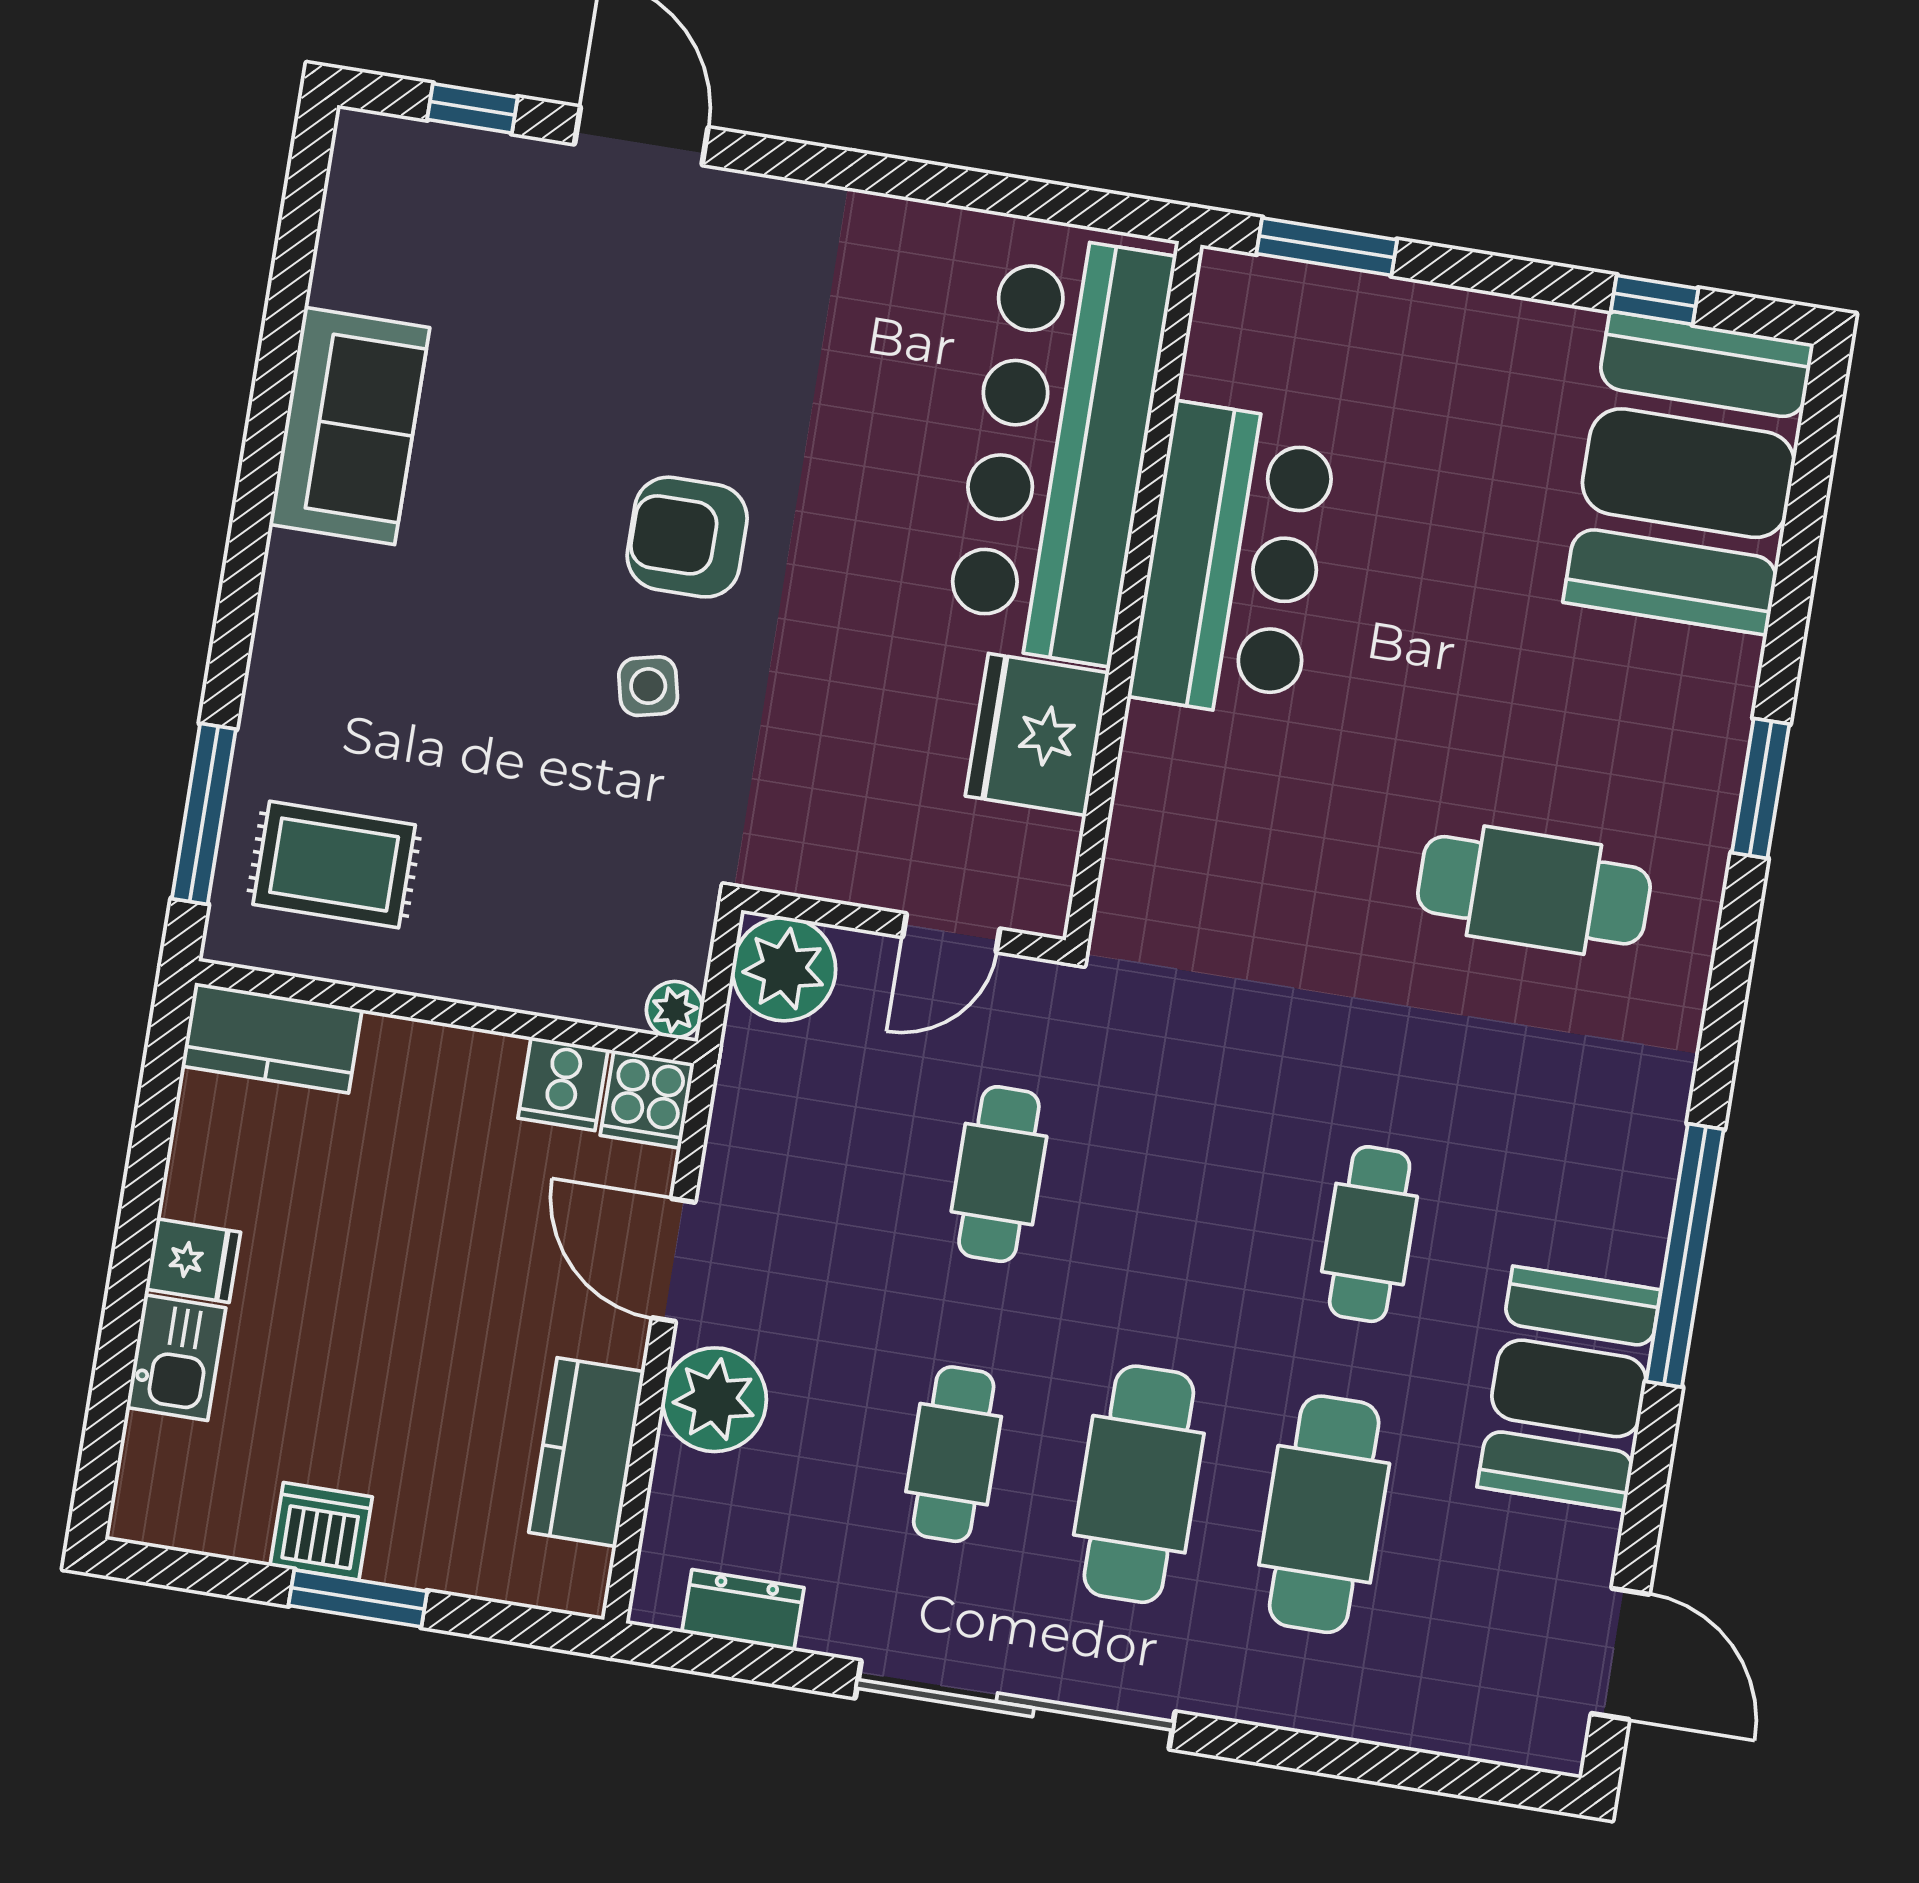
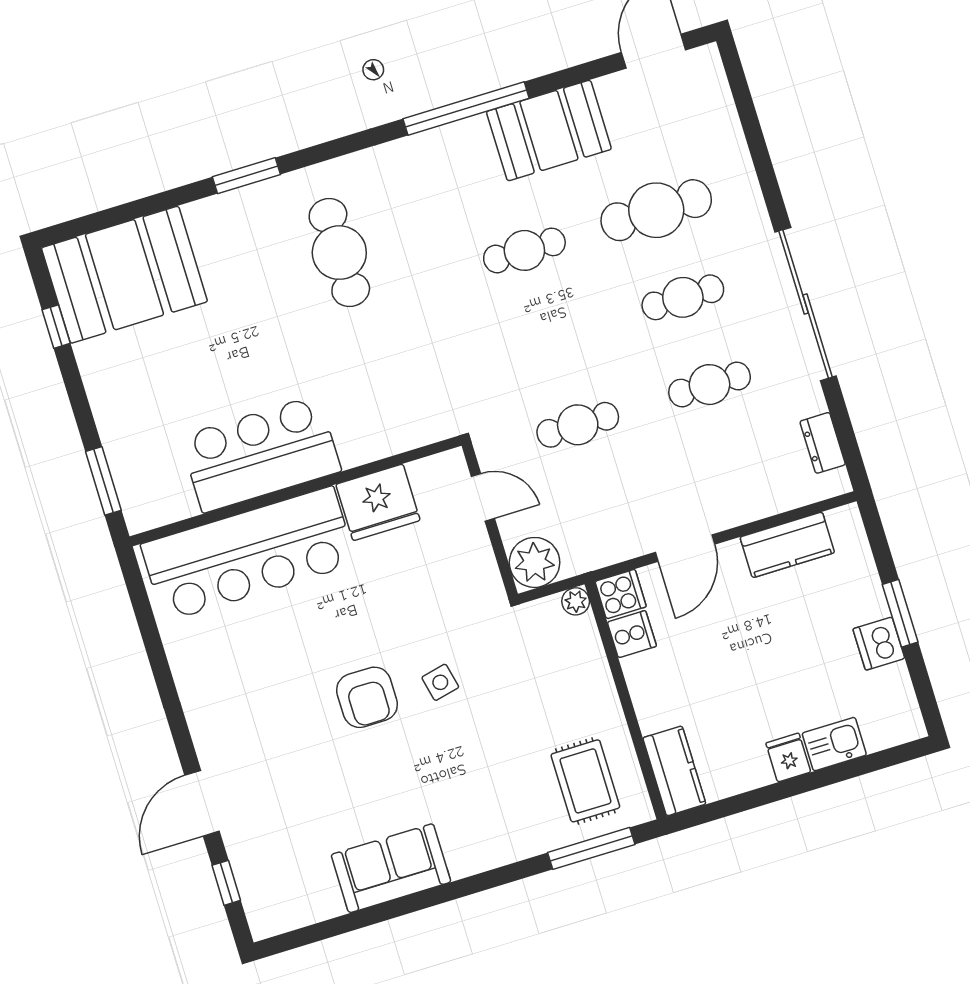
plant: (714, 1400) -> (737, 500), removed
cafe table: (1139, 1484) -> (683, 297), width x0.73, depth x0.74

